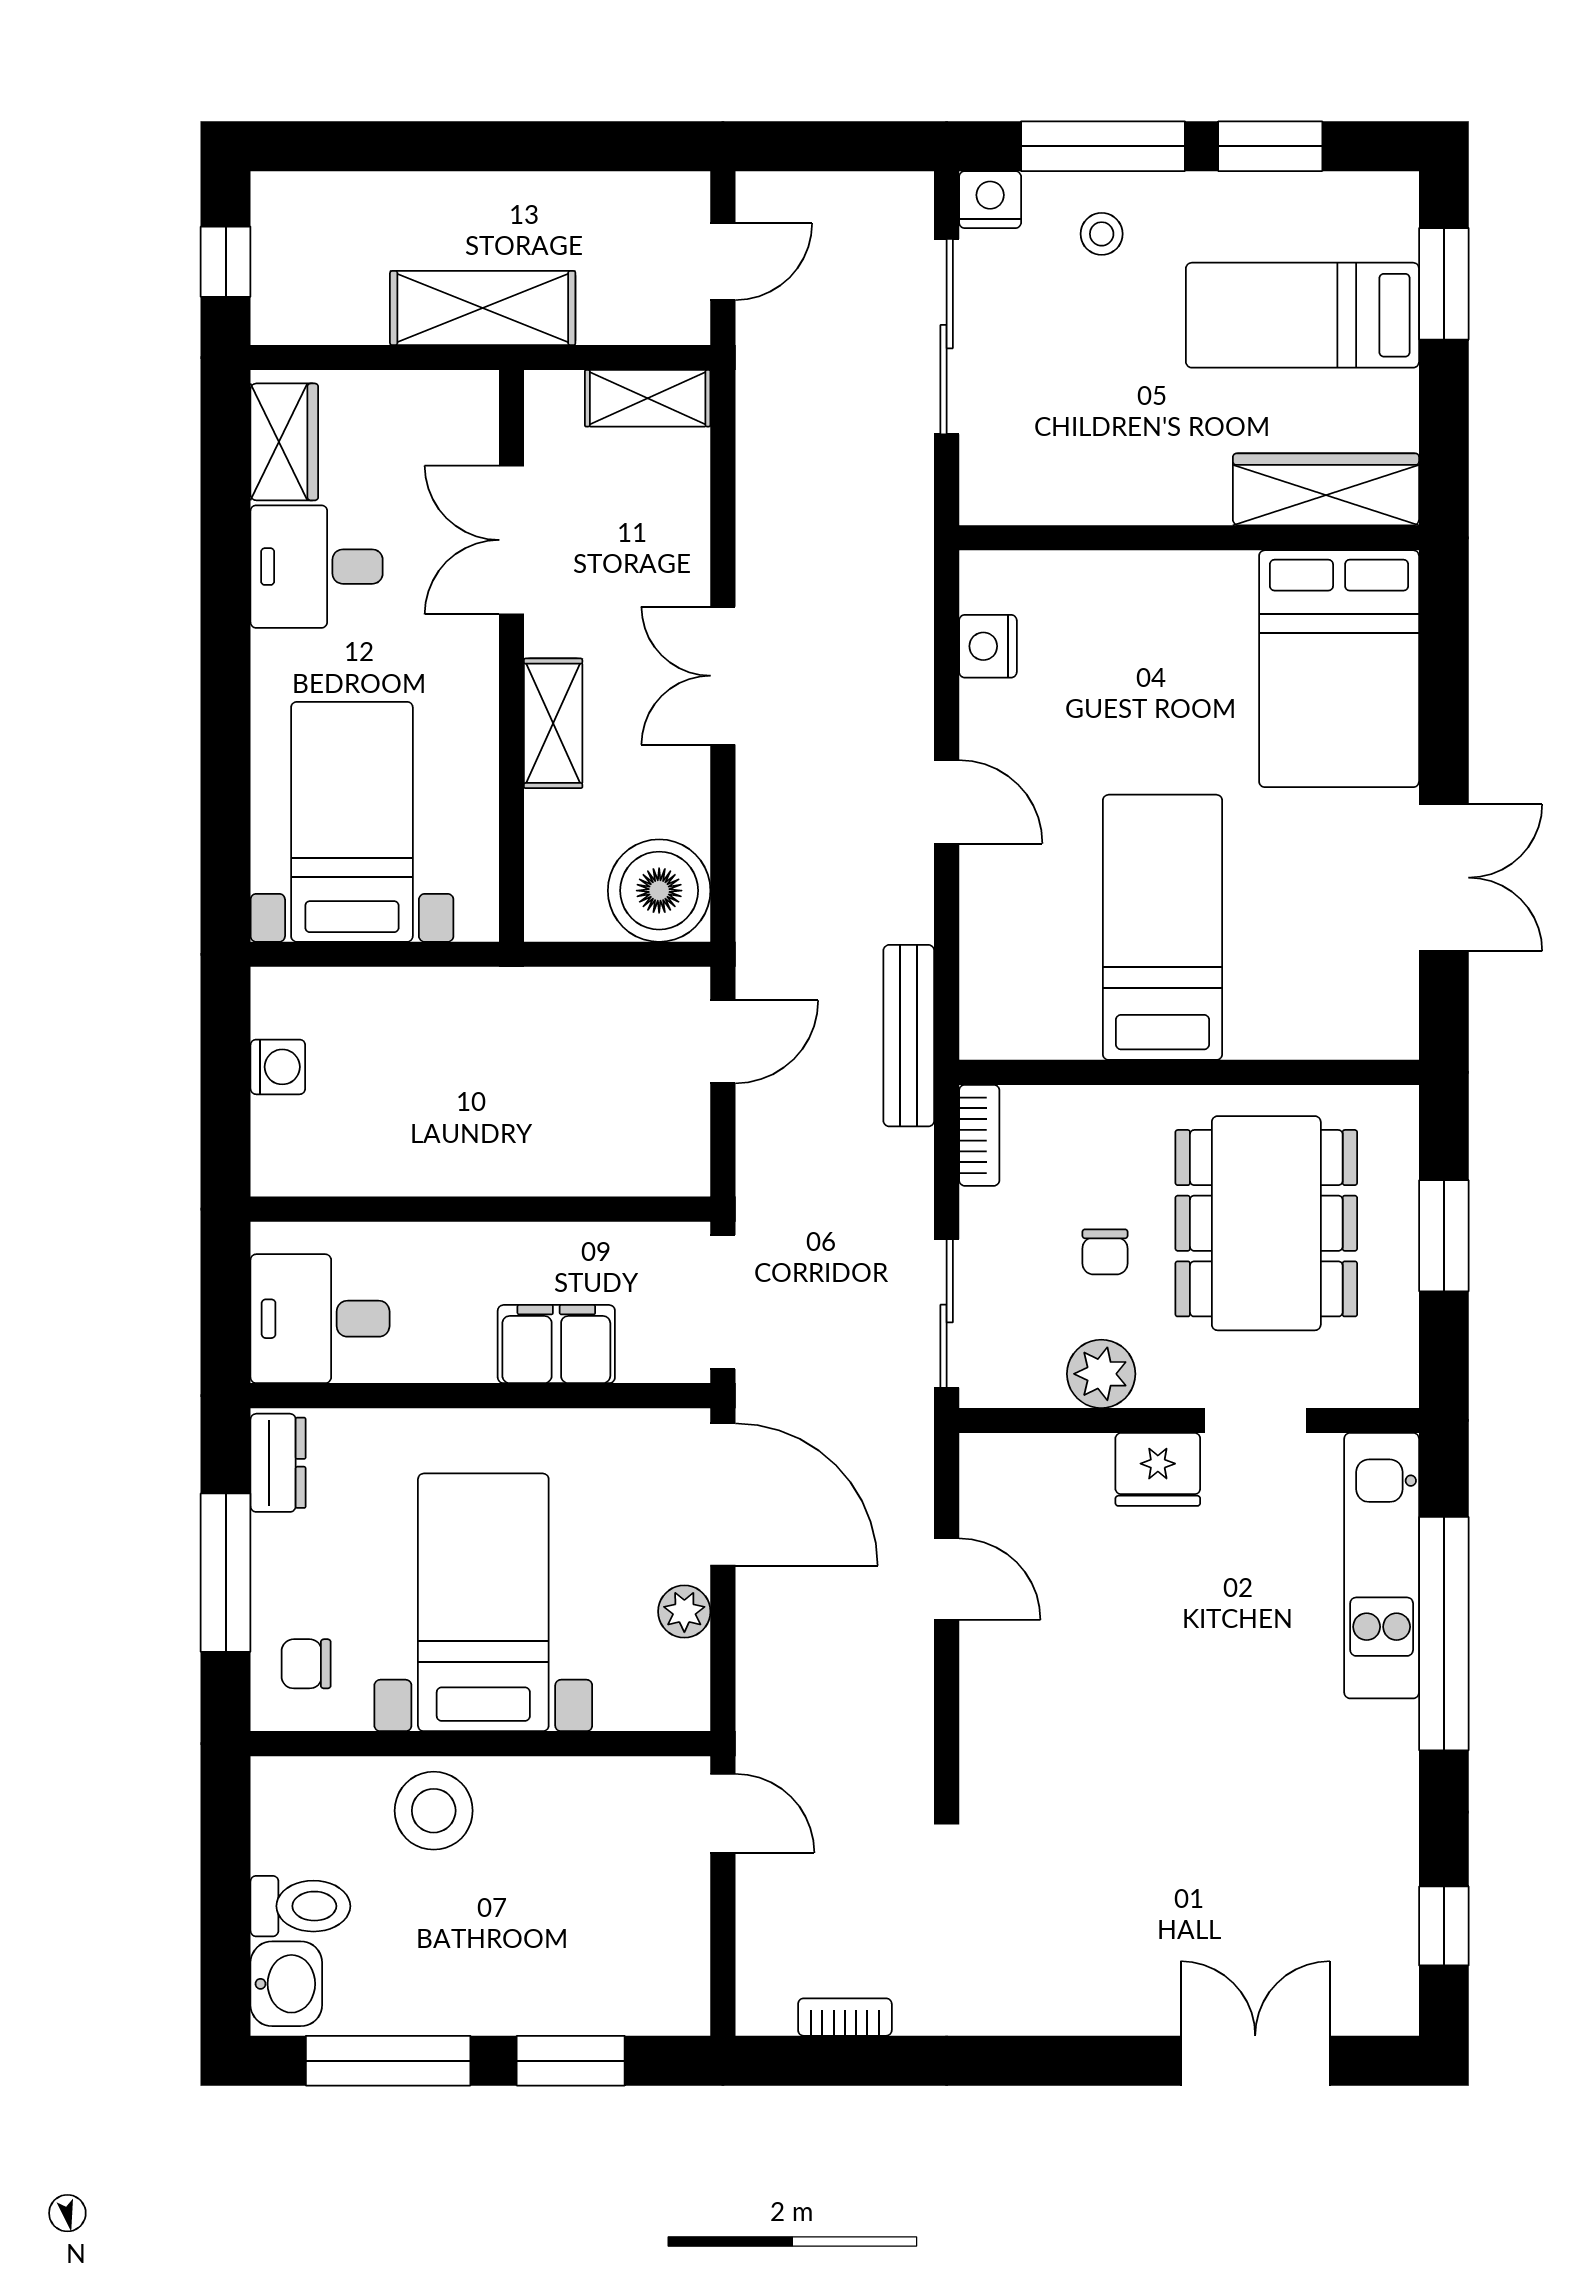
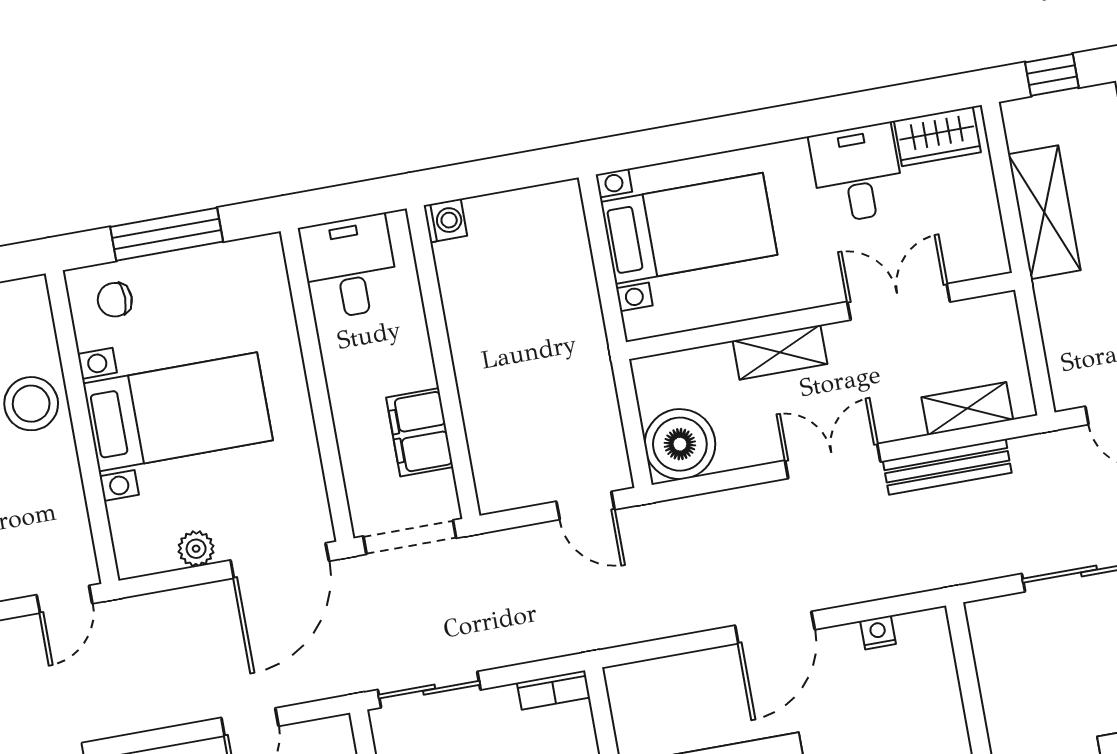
shelving: (483, 308) -> (1044, 212), moved
shelving: (648, 398) -> (967, 408), moved, turned 90
nightstand: (988, 646) -> (878, 632), width x0.72, depth x0.74
door: (947, 802) -> (775, 627), width x1.37
bench: (909, 1036) -> (947, 467), moved
washing machine: (278, 1067) -> (445, 221), moved, turned -90
filing cabinet: (556, 1344) -> (420, 432), moved, turned 180
dresser: (278, 1463) -> (247, 256), removed
chair: (306, 1664) -> (115, 300), turned -90

